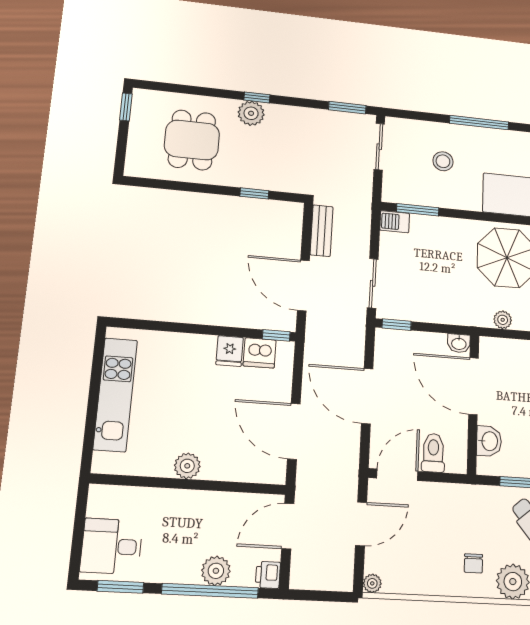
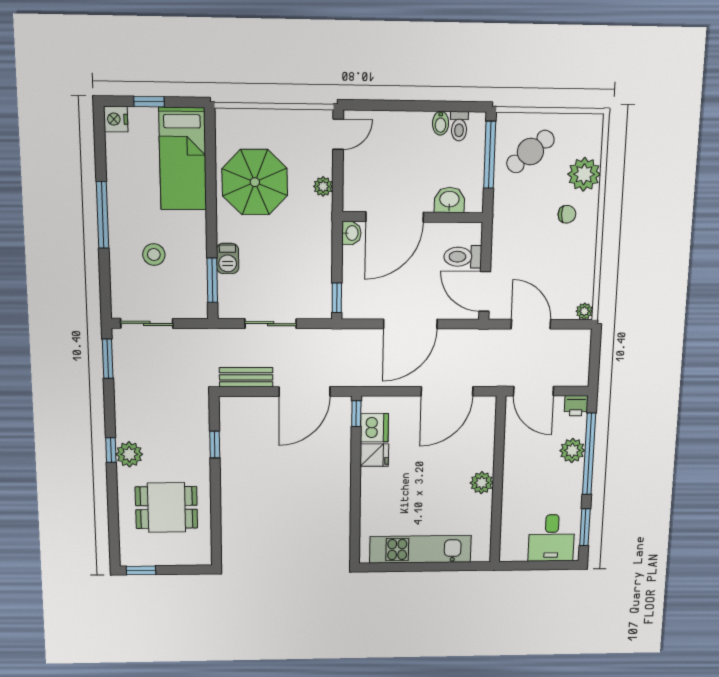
barbecue: (395, 222) -> (228, 259), moved
sliding door: (373, 283) -> (271, 324), moved

